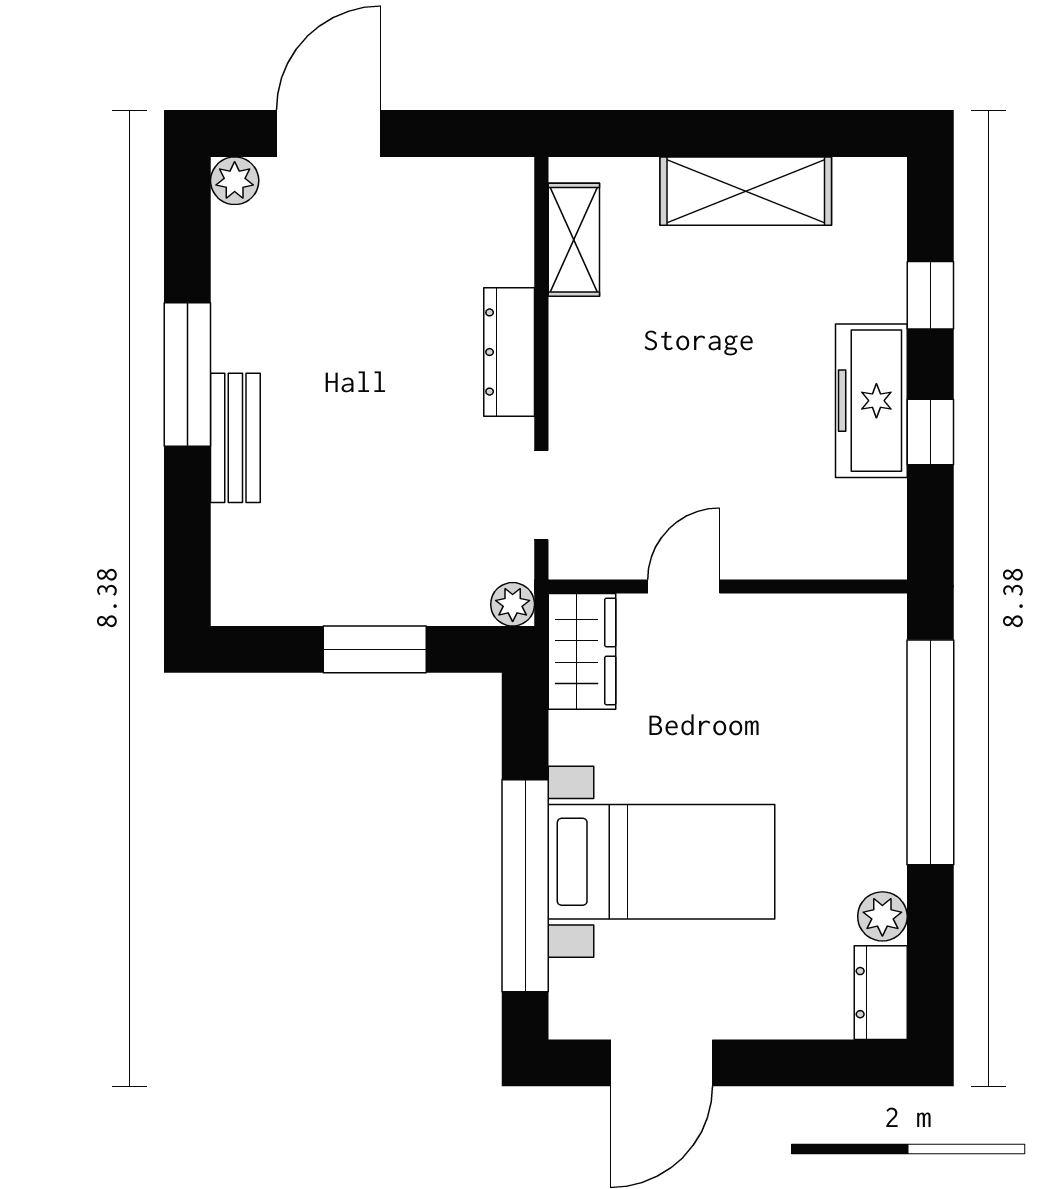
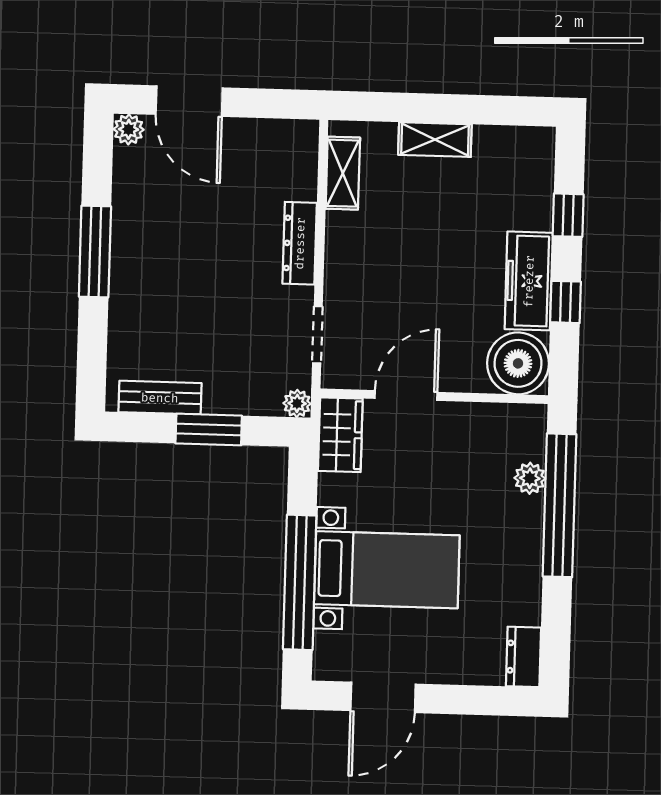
door: (329, 133) -> (189, 101), swing flipped
shelving: (746, 191) -> (435, 140), width x0.67, depth x0.75
bench: (235, 438) -> (160, 398), moved, turned 90
boiler: (858, 531) -> (518, 363), added
door: (684, 586) -> (406, 395), width x1.38
plant: (882, 916) -> (530, 478), moved

